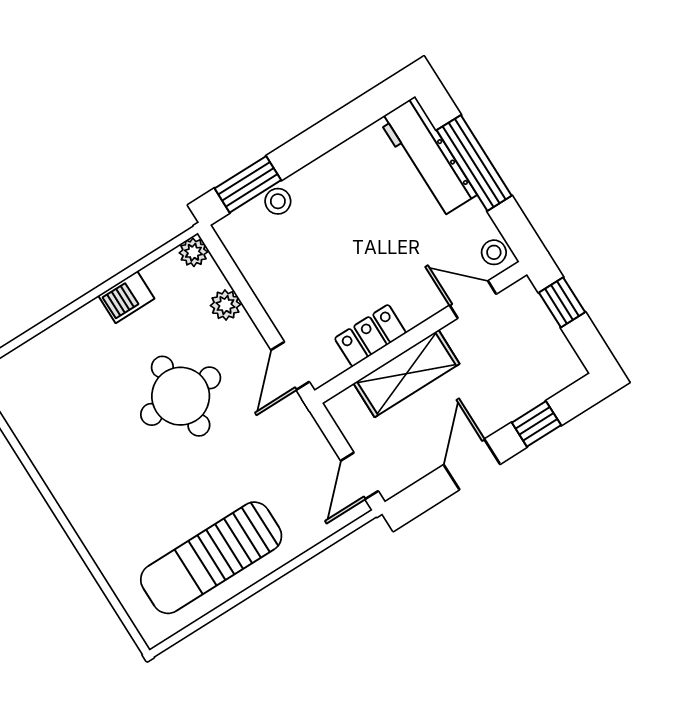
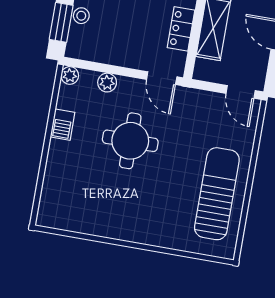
sun lounger: (211, 558) -> (217, 194), turned 180

